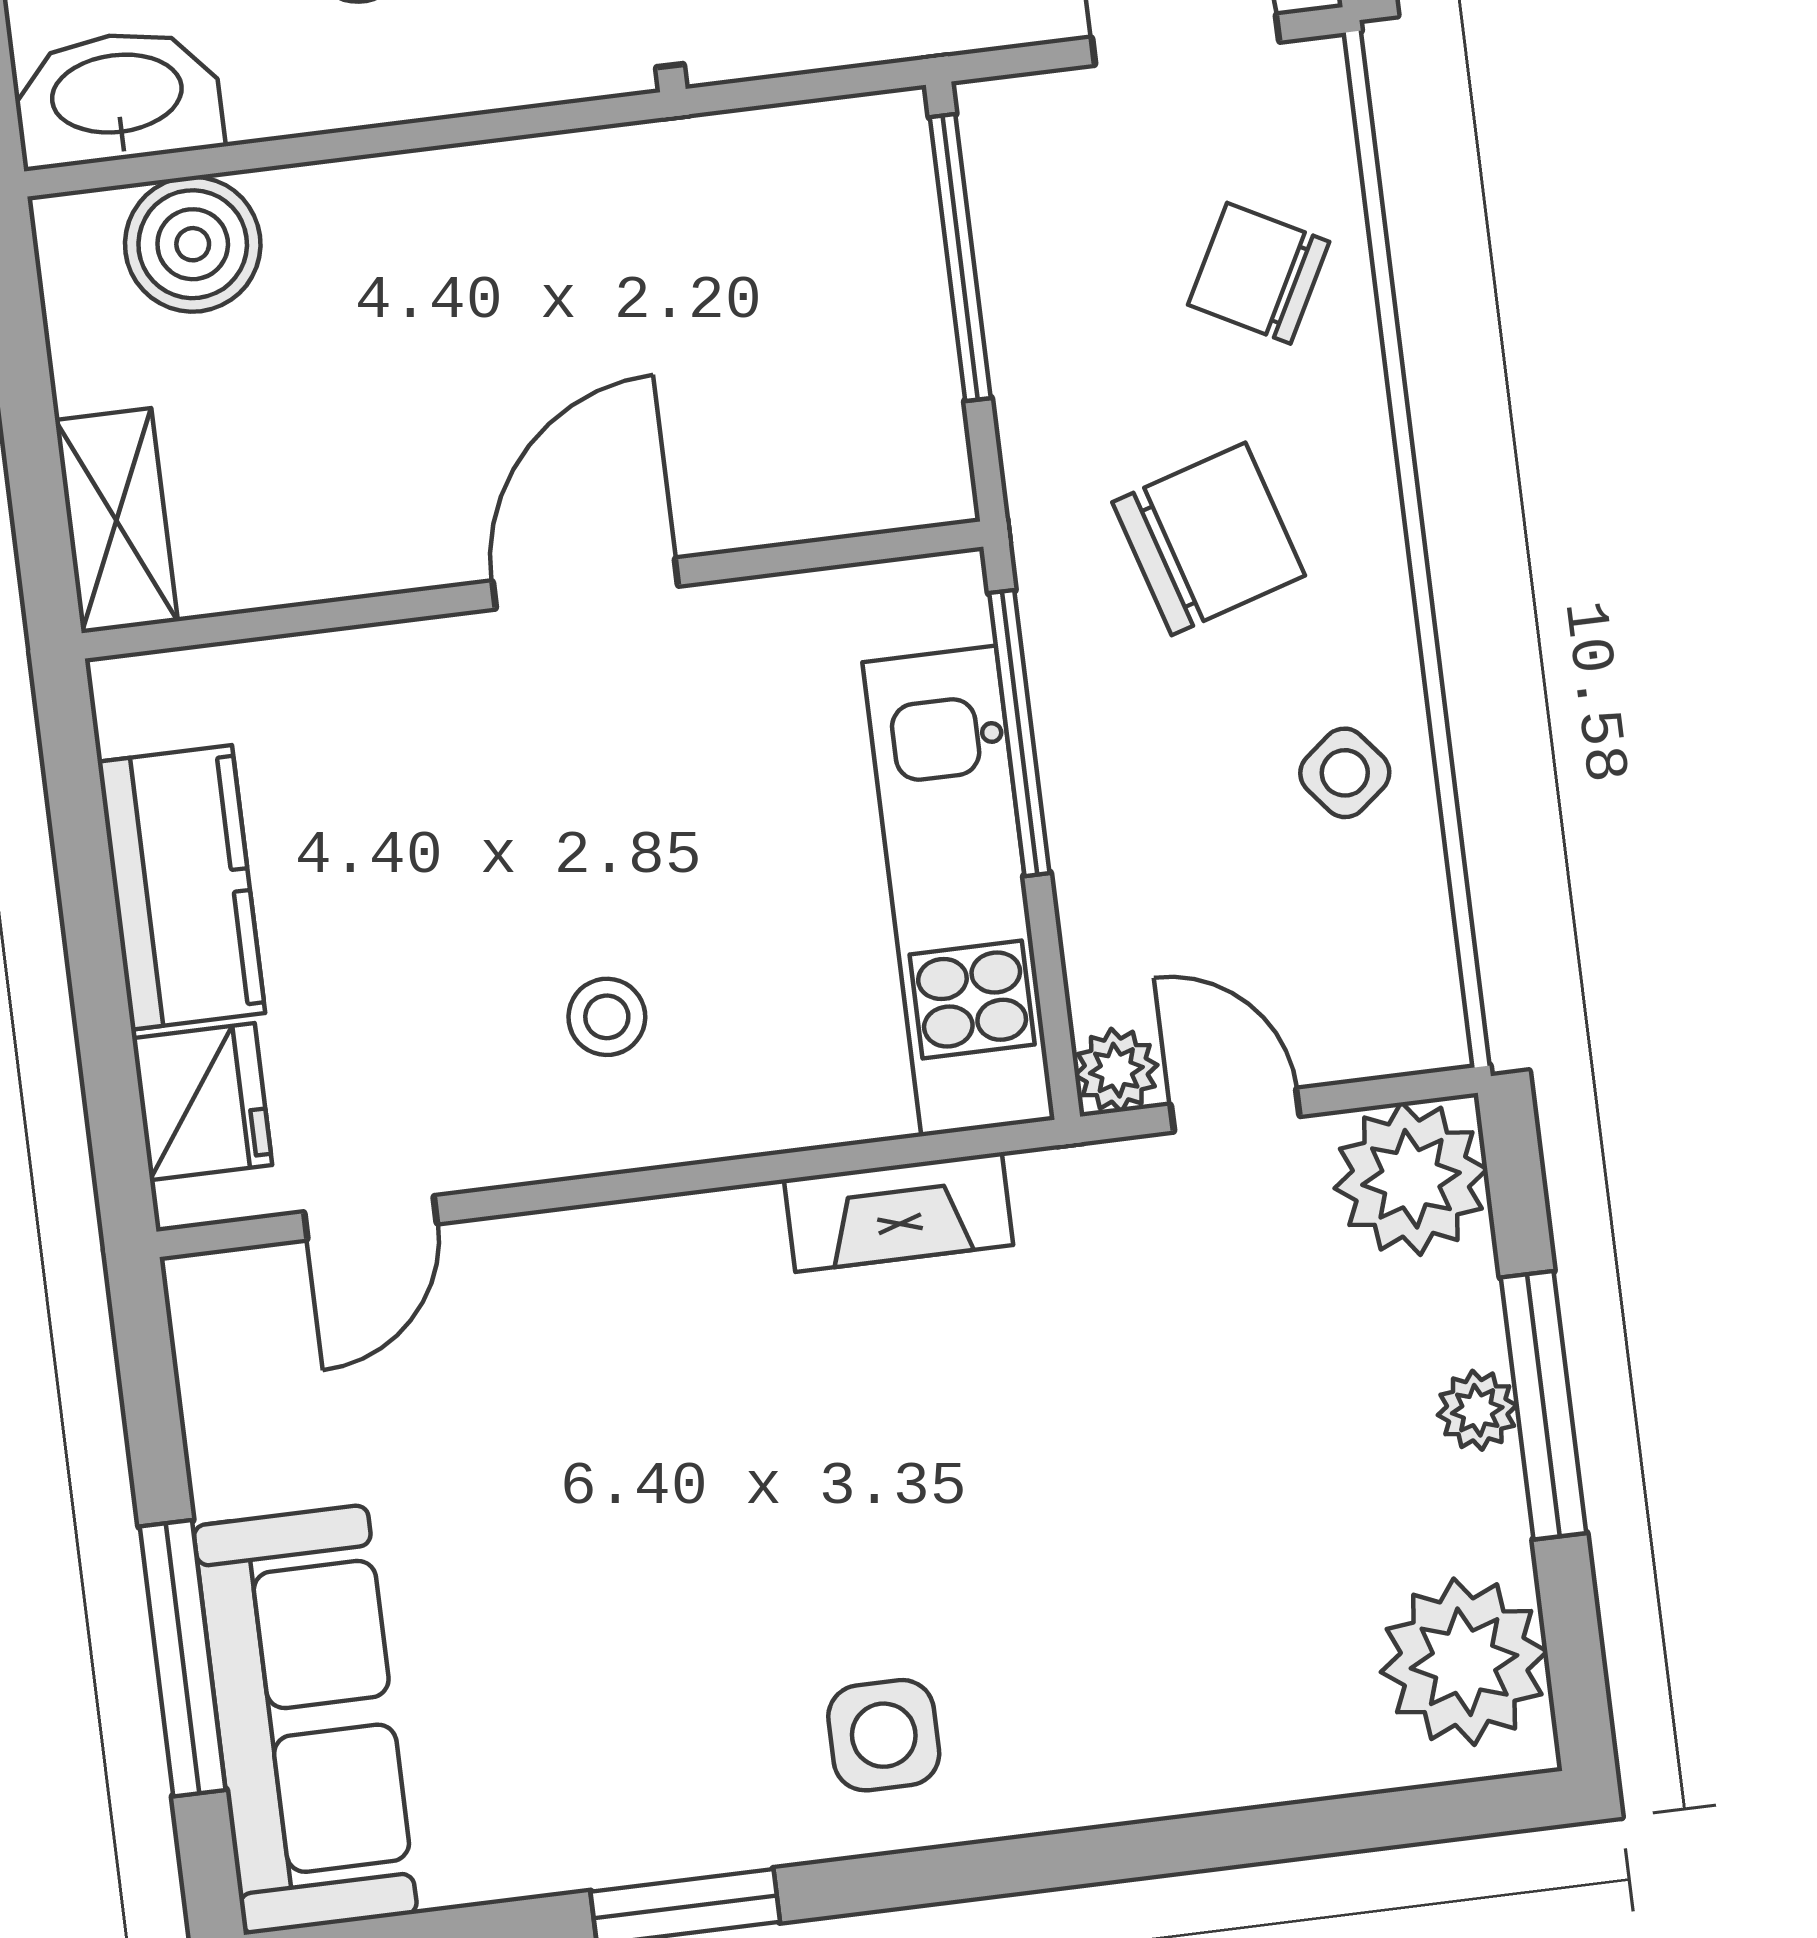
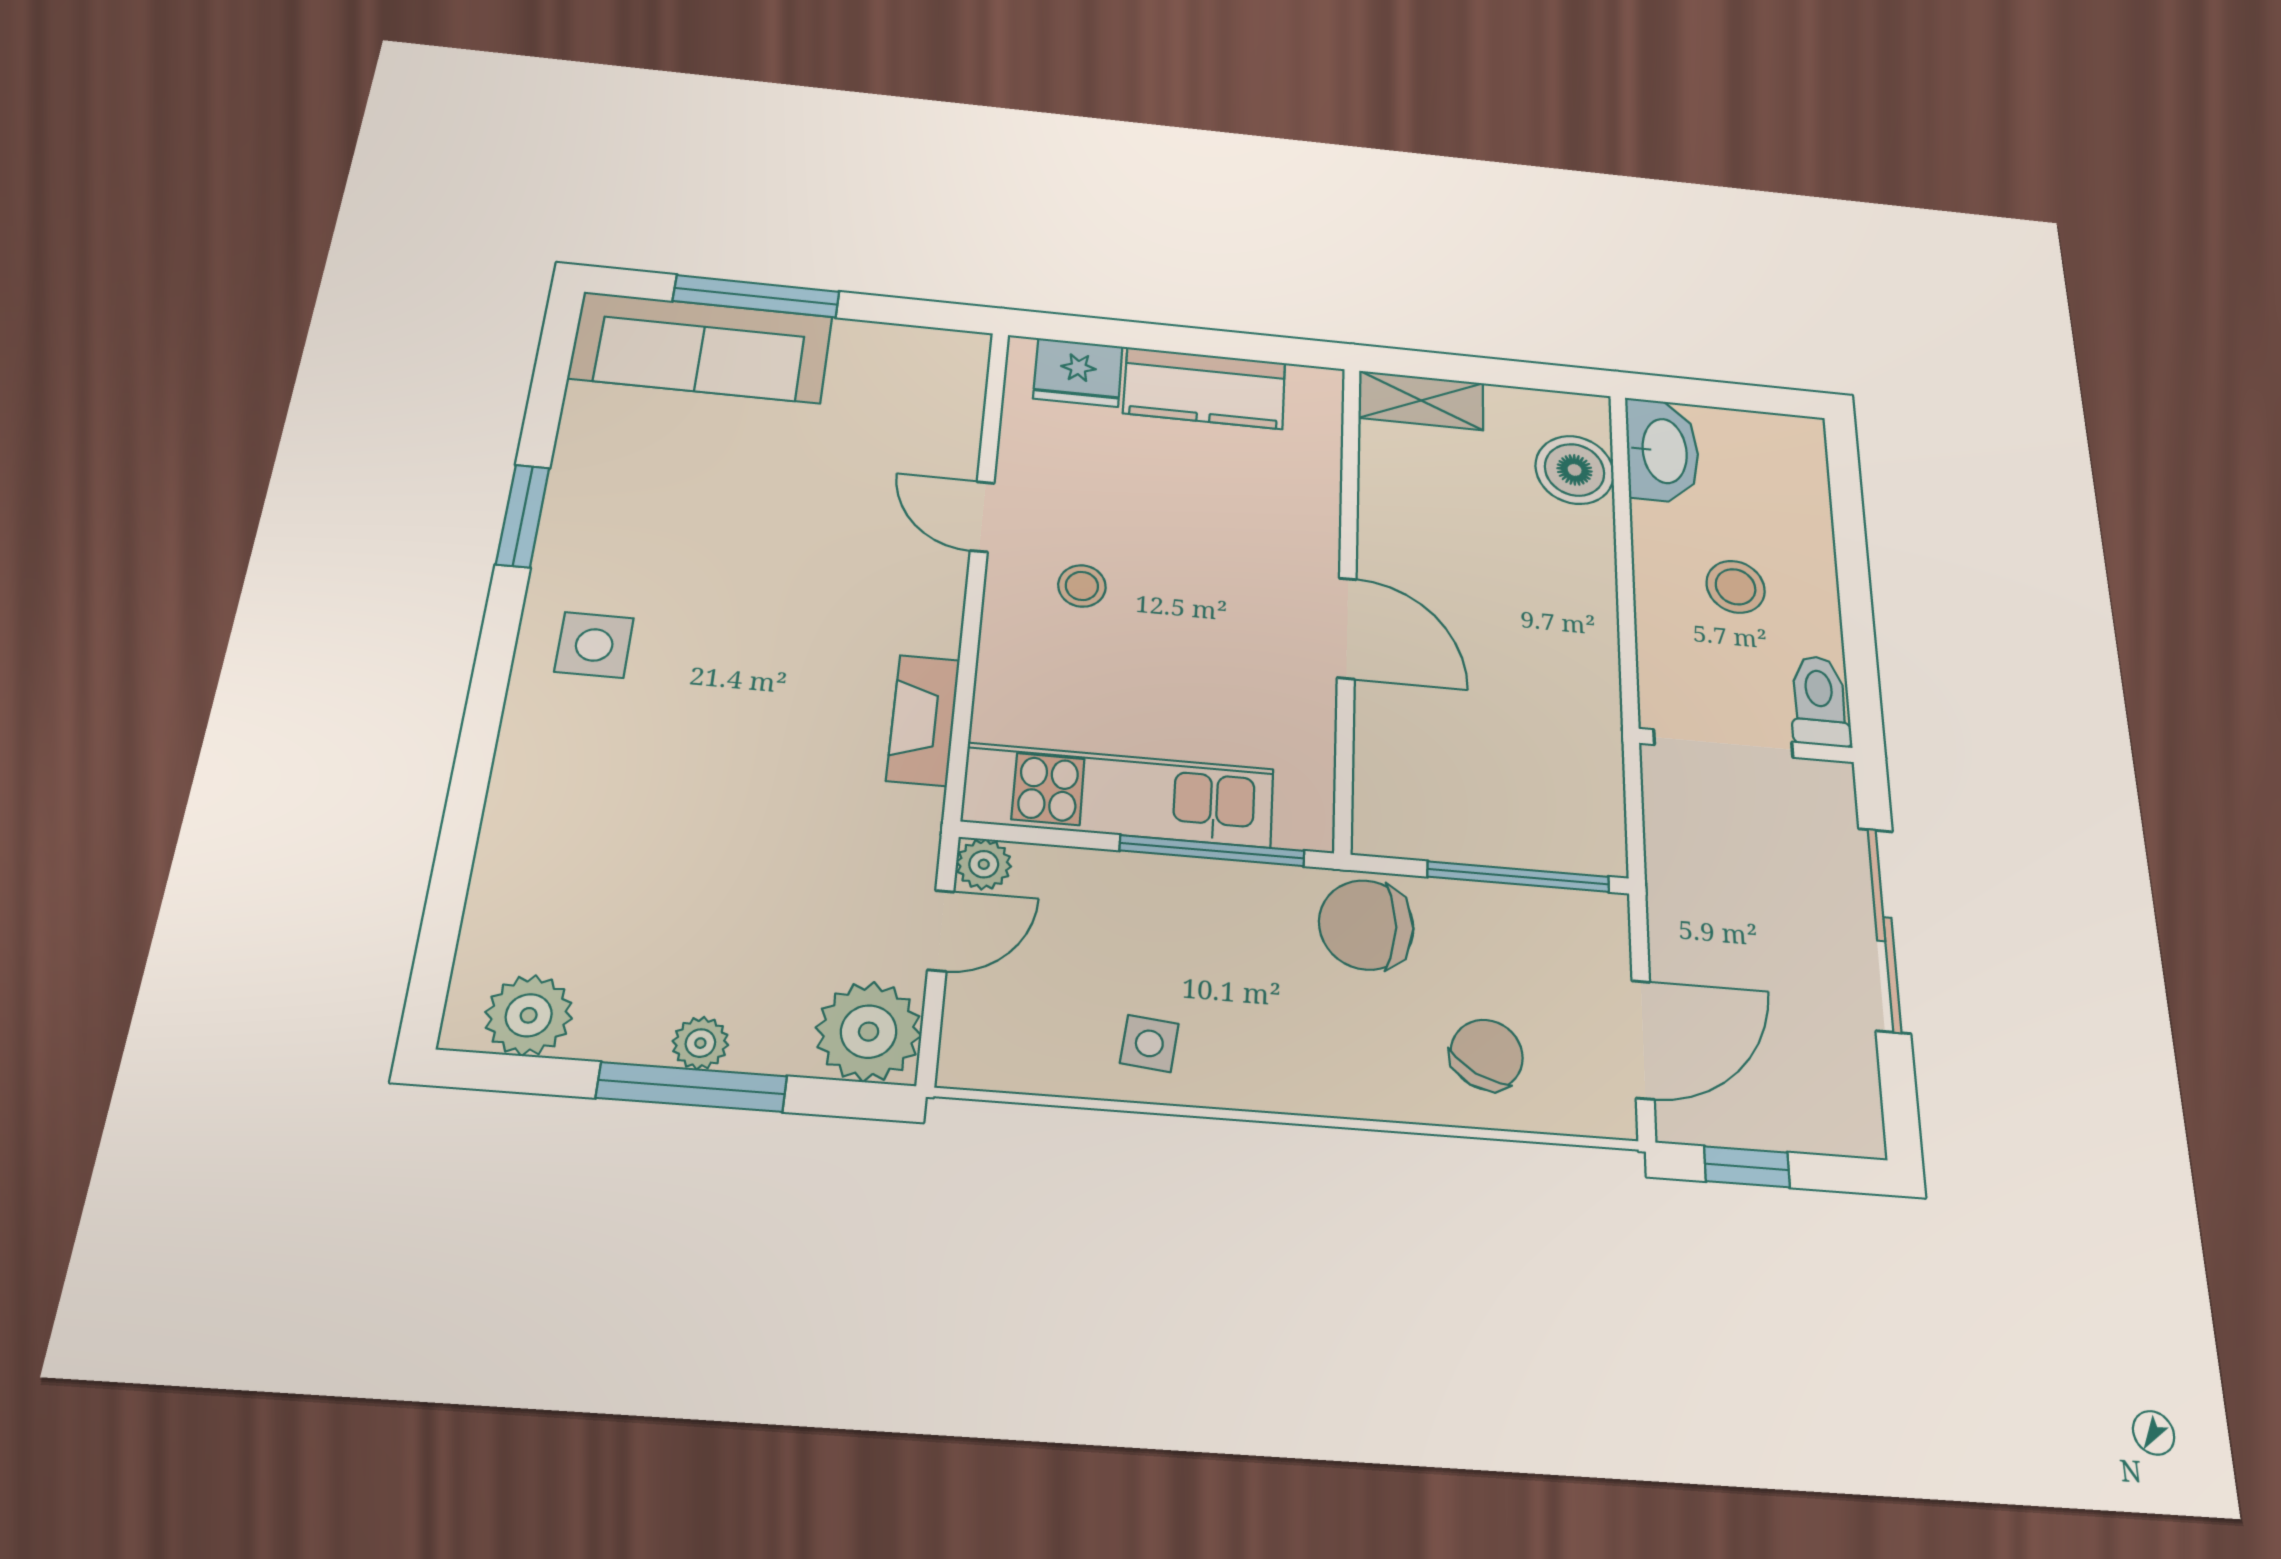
chair: (1209, 539) -> (1366, 925), moved, turned 107
side table: (1345, 773) -> (1149, 1043), turned 45
door: (371, 1218) -> (982, 517), moved
plant: (1464, 1662) -> (529, 1015), width x0.73, depth x0.73

